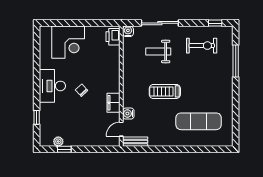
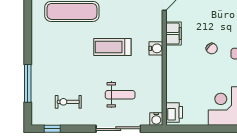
exercise bike: (202, 46) -> (68, 102), width x0.73, depth x0.72
treadmill: (165, 91) -> (112, 47), turned 180
water cooler: (128, 114) -> (156, 48), moved

